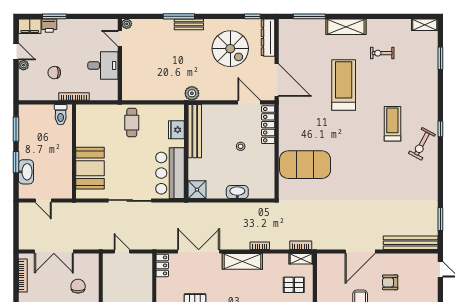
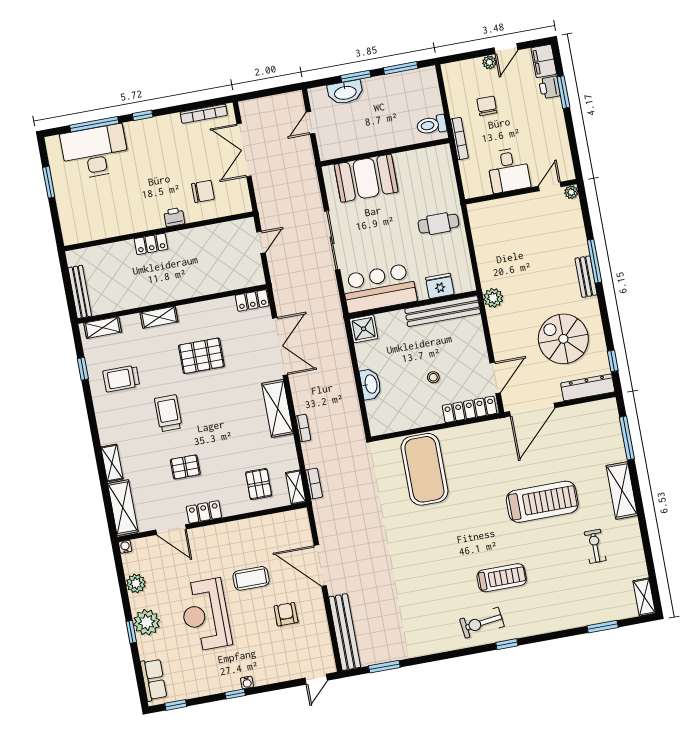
spiral stairs: (230, 49) -> (563, 339), turned 90
exercise bike: (422, 144) -> (482, 623), turned -35

